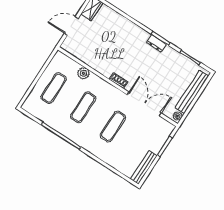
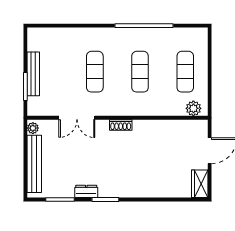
dresser: (156, 43) -> (86, 191), moved
plant: (83, 73) -> (193, 108), moved
double door: (144, 104) -> (77, 118), width x0.73
bench: (144, 167) -> (33, 74), moved

